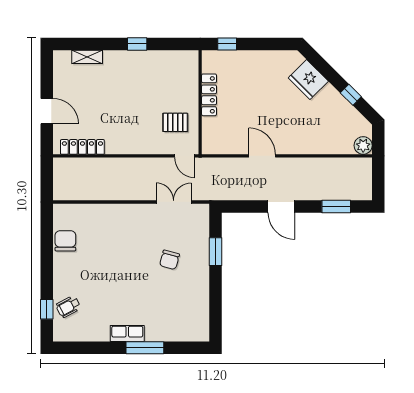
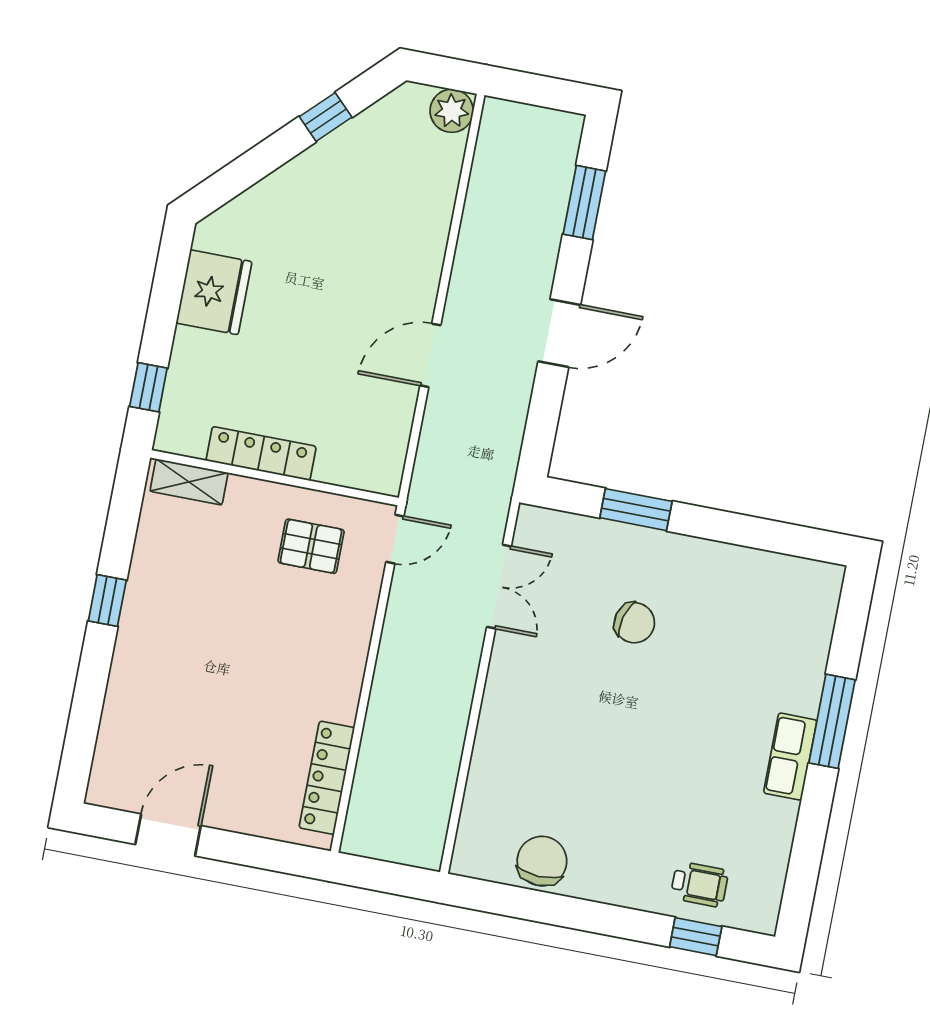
shelving: (87, 57) -> (189, 482), moved, turned 90
fridge: (308, 79) -> (214, 292), moved, turned -45
door: (47, 111) -> (168, 835), moved
pallet: (175, 122) -> (311, 546), turned 90
double door: (174, 202) -> (499, 587), swing flipped
chair: (65, 241) -> (542, 861), turned 92
wheelchair: (68, 307) -> (699, 884), turned -62

